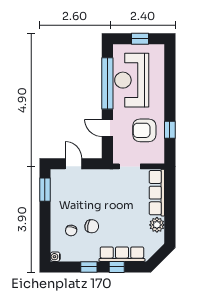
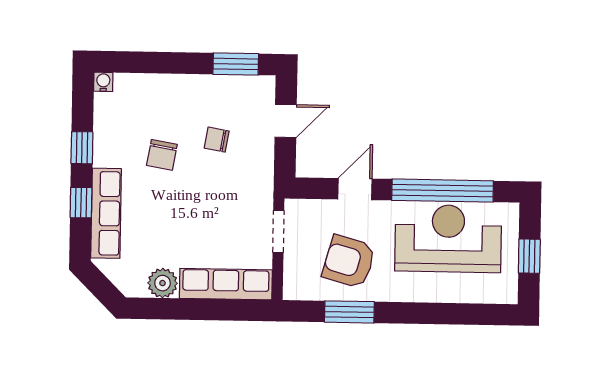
armchair: (144, 130) -> (349, 262), turned -74
window: (170, 130) -> (349, 312), width x1.50
chair: (71, 230) -> (217, 140), moved

